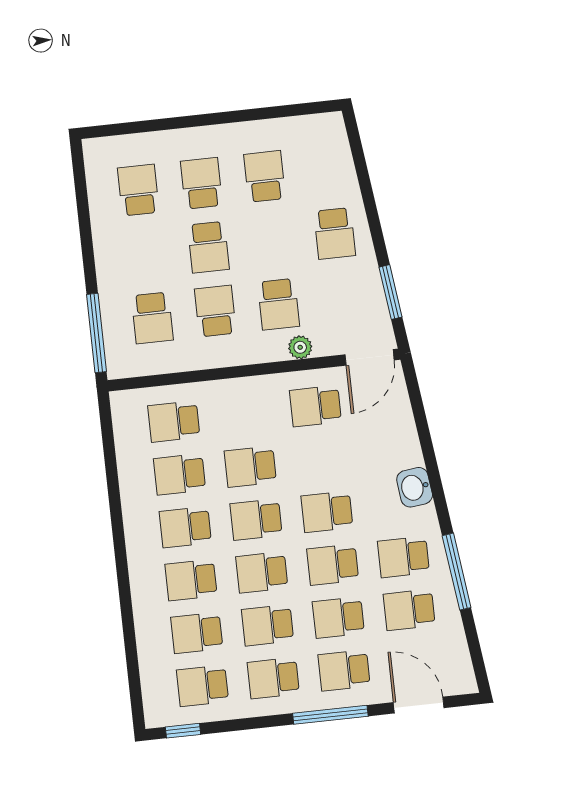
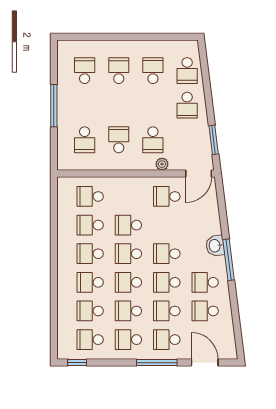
school desk: (208, 247) -> (187, 71), moved
window: (97, 333) -> (54, 106), moved
window: (457, 572) -> (229, 260), moved

